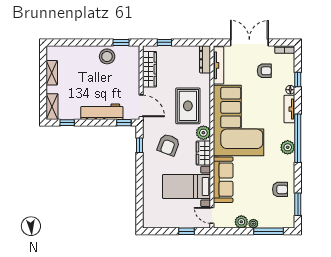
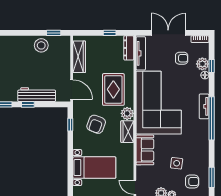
window: (164, 42) -> (110, 33), moved
tv unit: (289, 109) -> (204, 106), moved
window: (124, 123) -> (28, 104), moved
plant: (288, 147) -> (202, 64), moved
sofa: (223, 180) -> (145, 150), width x0.73
bed with nightstands: (187, 186) -> (94, 168), moved, turned 180
side table: (259, 188) -> (177, 163), added
armchair: (280, 189) -> (192, 181), moved

